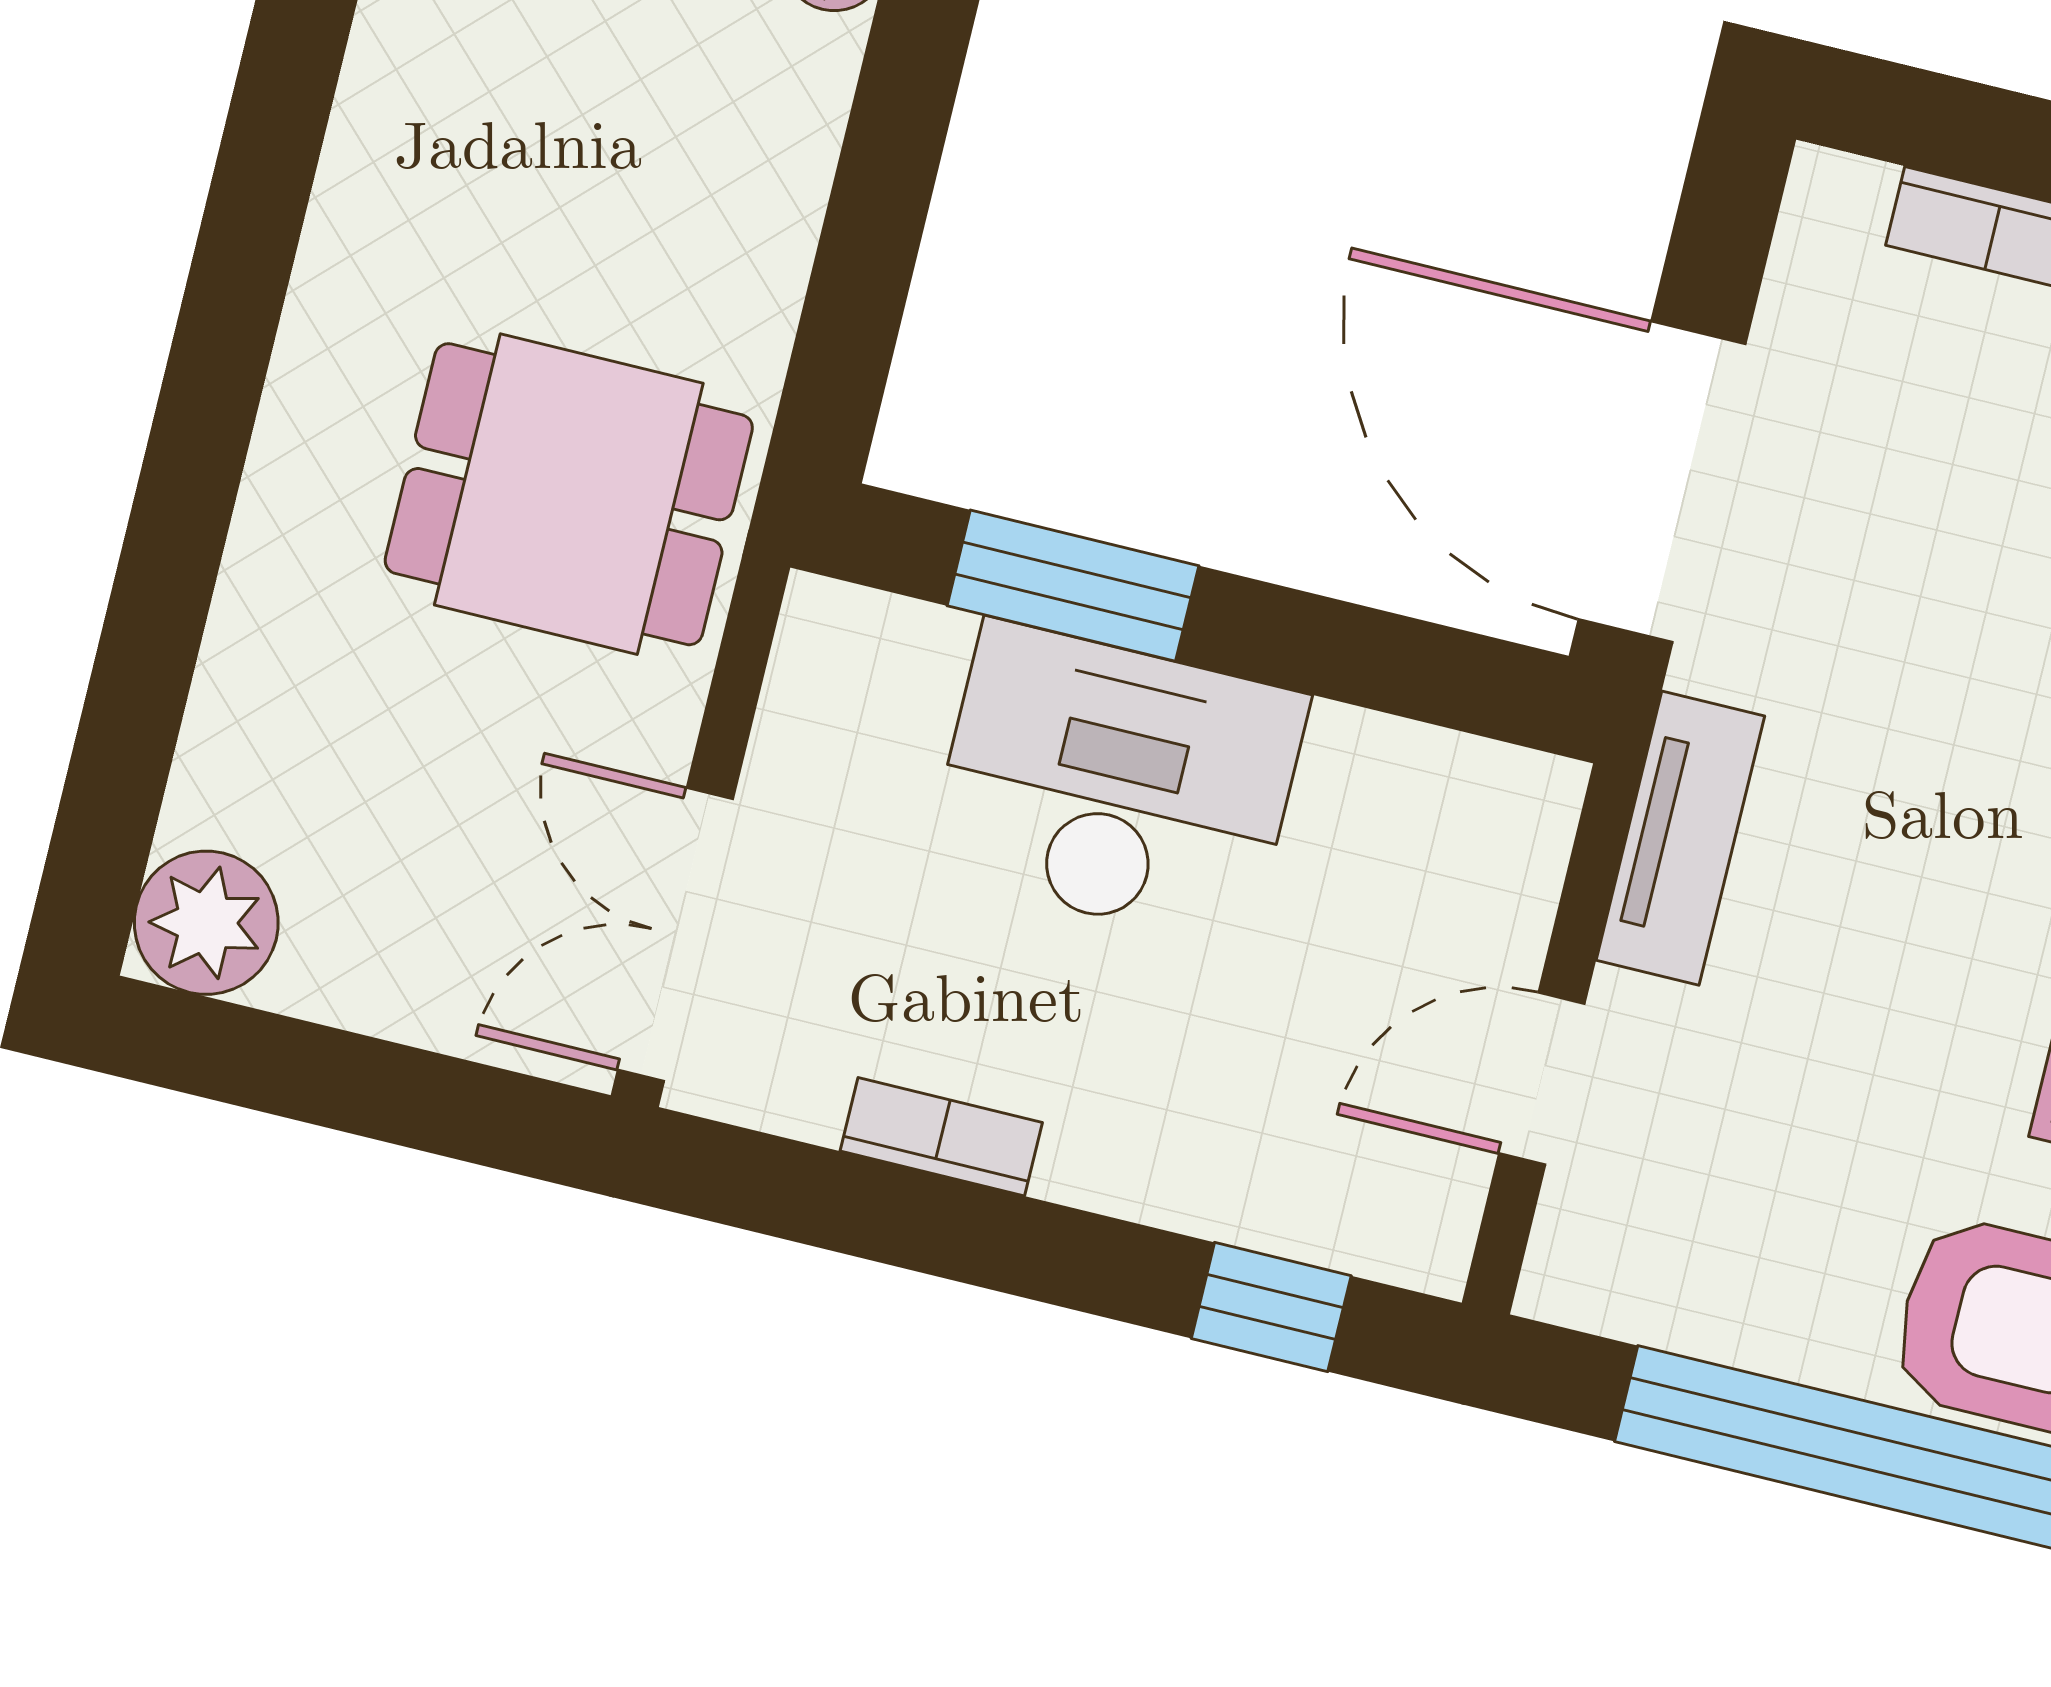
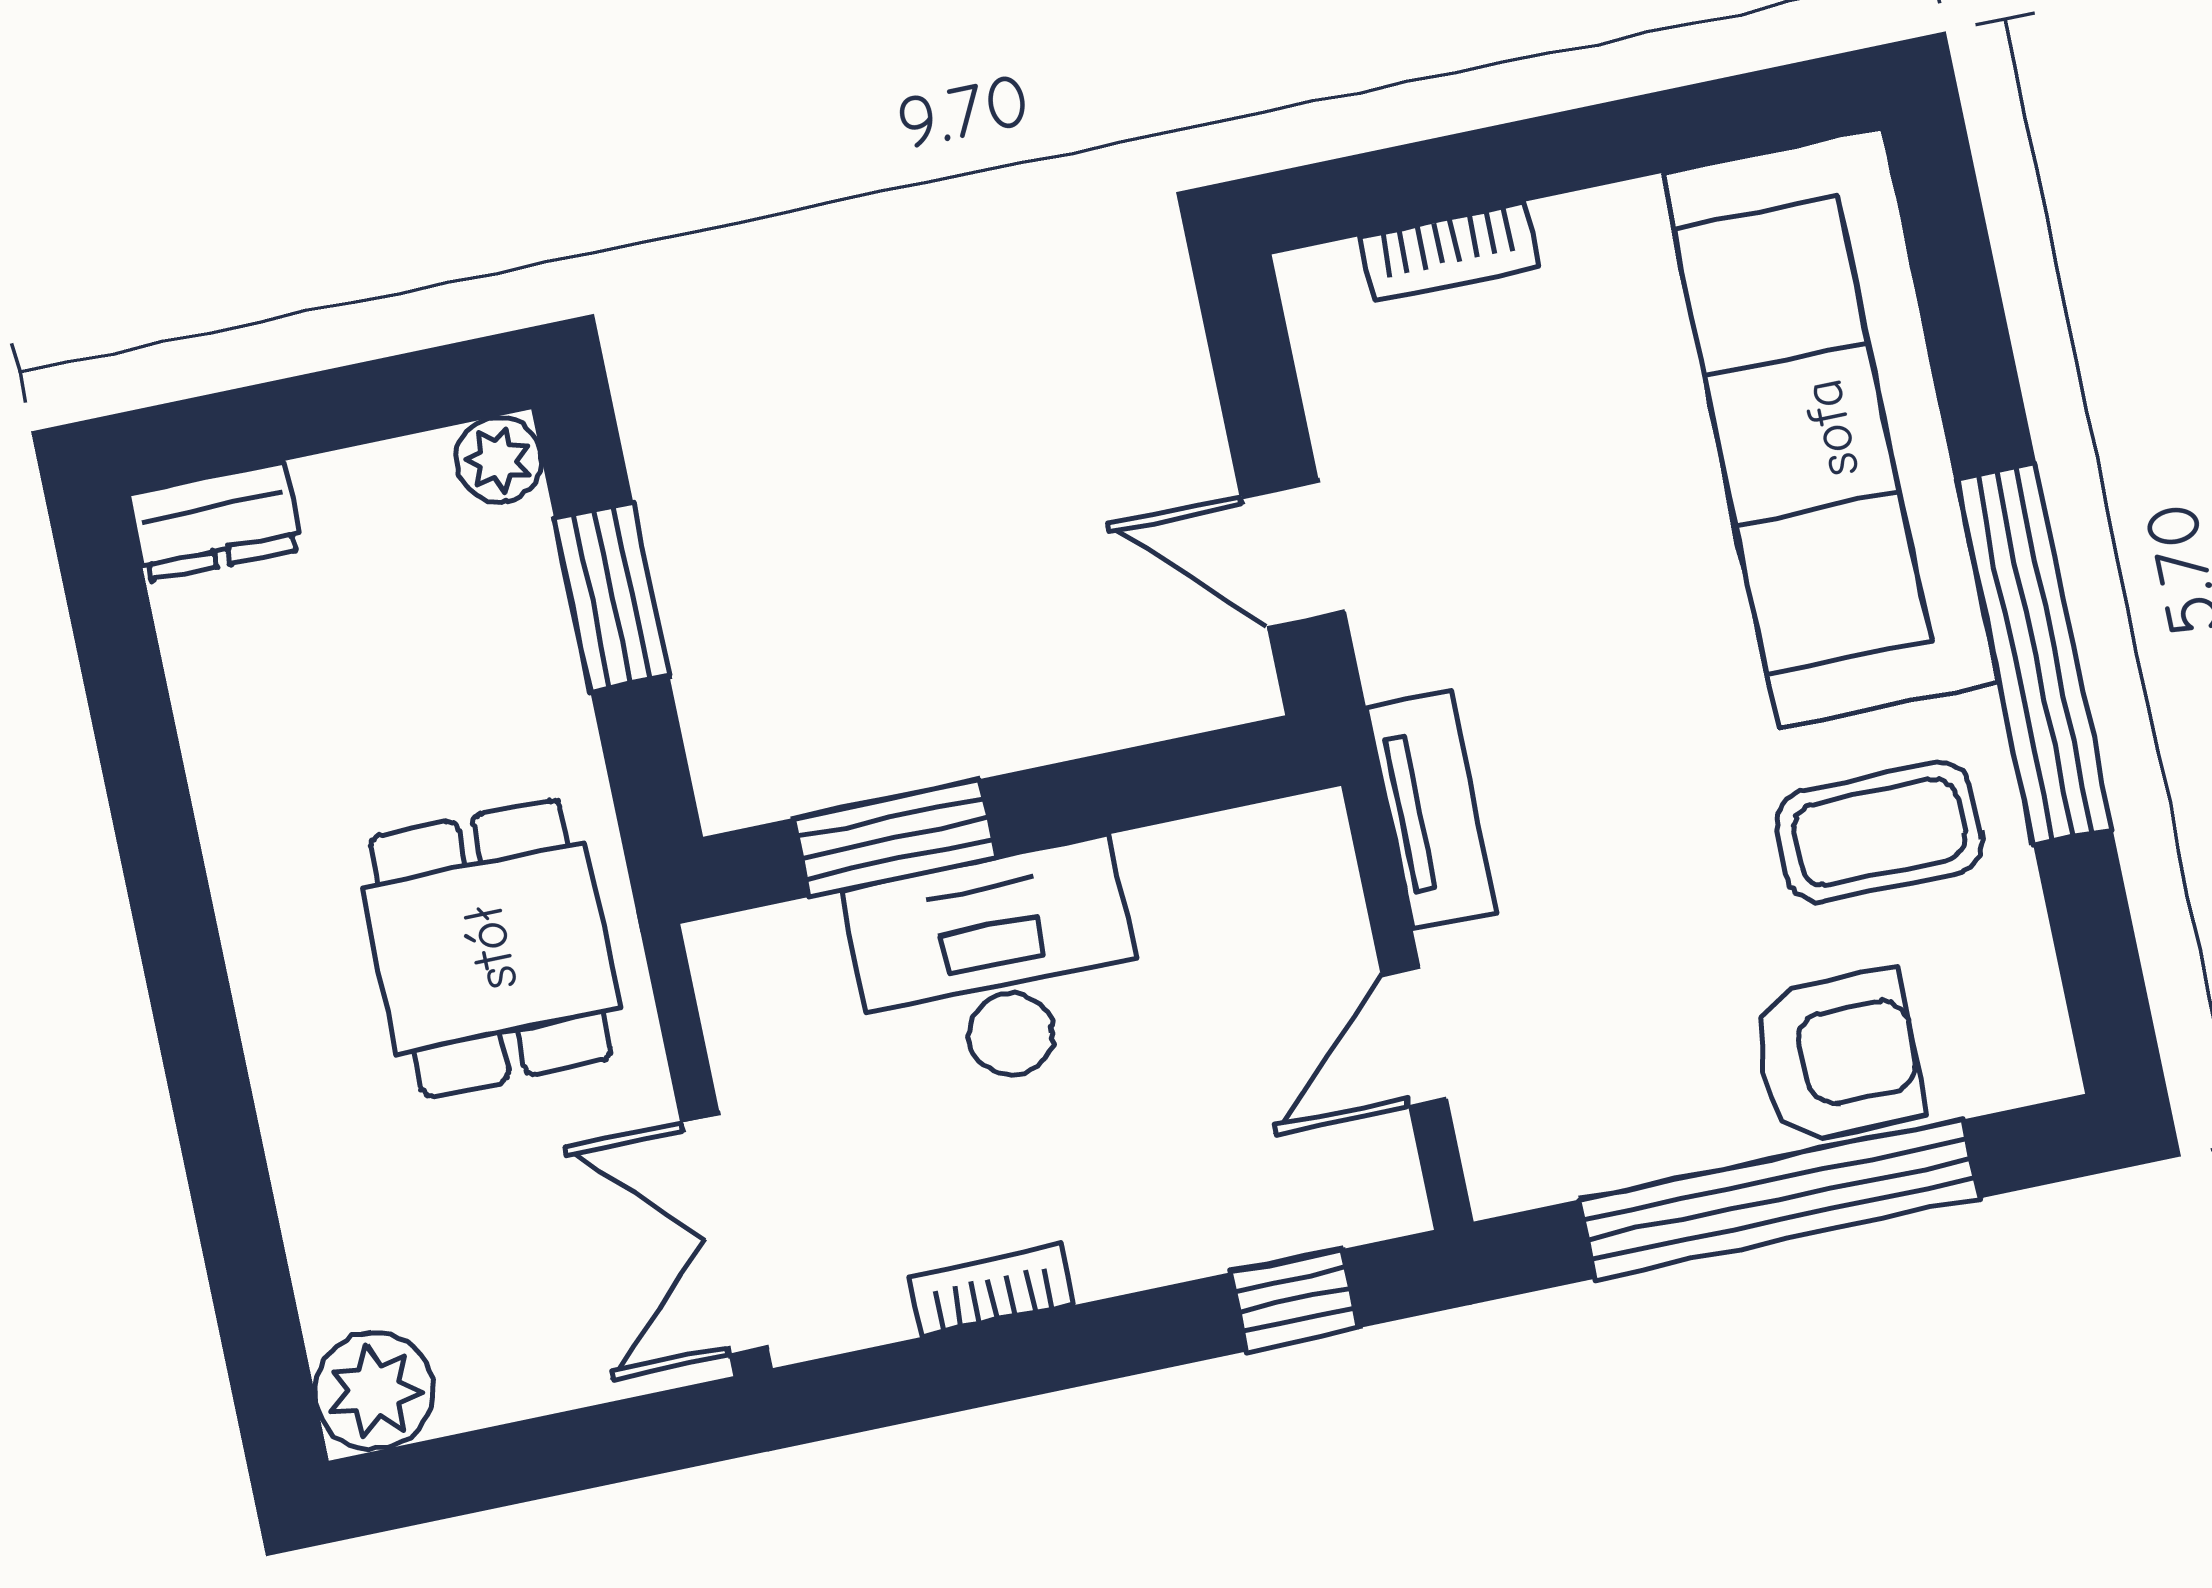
window: (887, 171) -> (612, 597), added
door: (1662, 482) -> (1293, 554), width x0.53
dining table: (569, 494) -> (491, 948), turned 90

